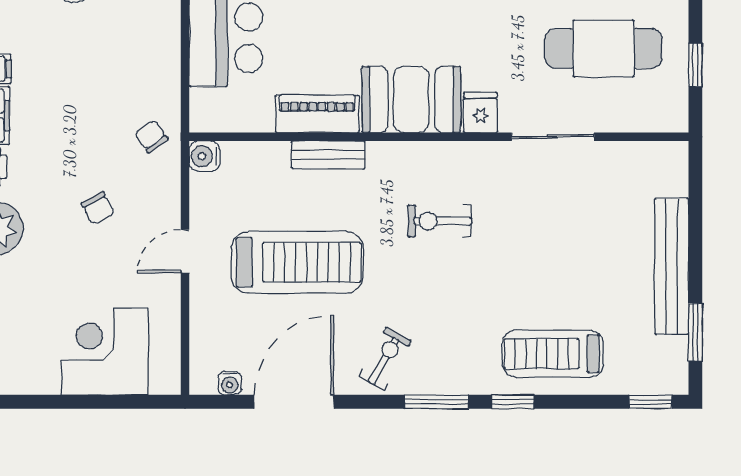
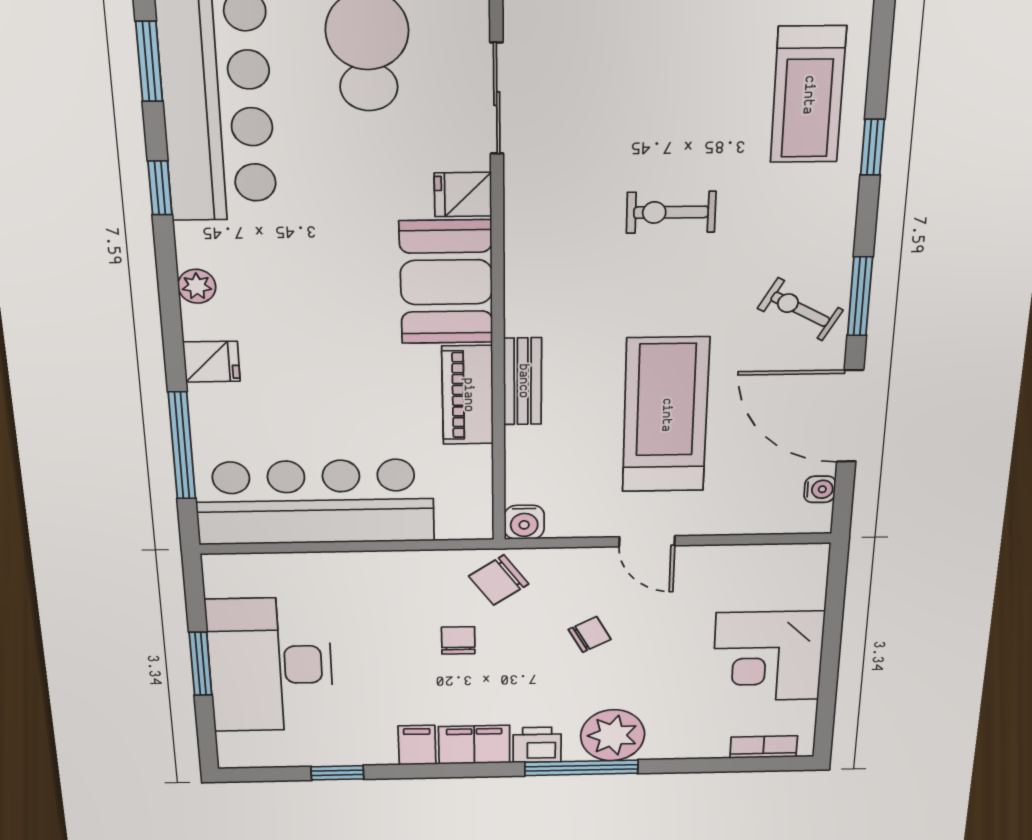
chair: (95, 104) -> (458, 640), added
chair: (151, 136) -> (499, 580), width x1.37, depth x1.37
exercise bike: (439, 221) -> (671, 212), moved, turned 90
corner desk: (105, 352) -> (768, 656), moved
window: (436, 402) -> (860, 296), moved

